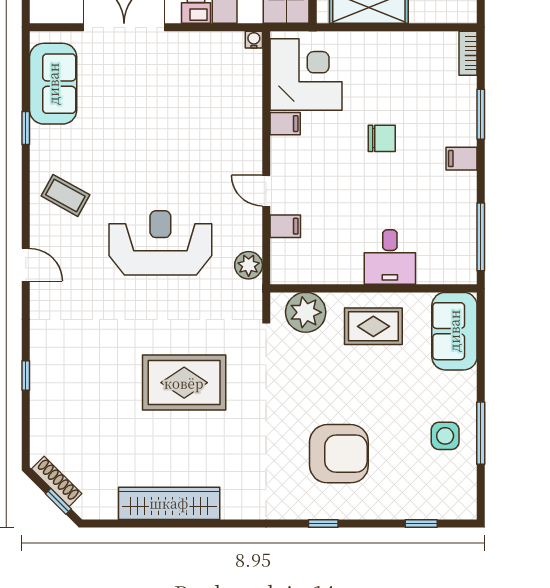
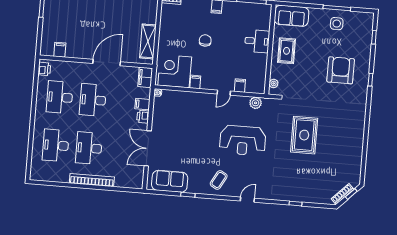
reception desk: (160, 243) -> (243, 140), turned -90
plant: (306, 312) -> (274, 83), width x0.53, depth x0.53
wardrobe: (169, 503) -> (356, 146), removed

